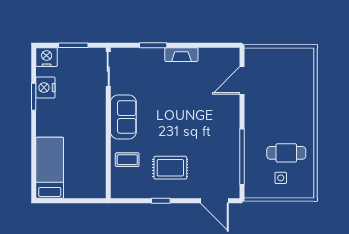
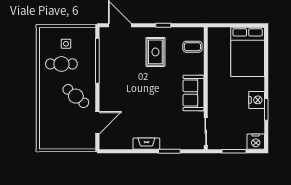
nightstand: (45, 88) -> (257, 100), moved
cafe table: (269, 113) -> (76, 96), added
coffee table: (127, 160) -> (192, 47), moved
bed: (50, 168) -> (248, 52), width x1.50
rug: (170, 168) -> (155, 52), turned 90

